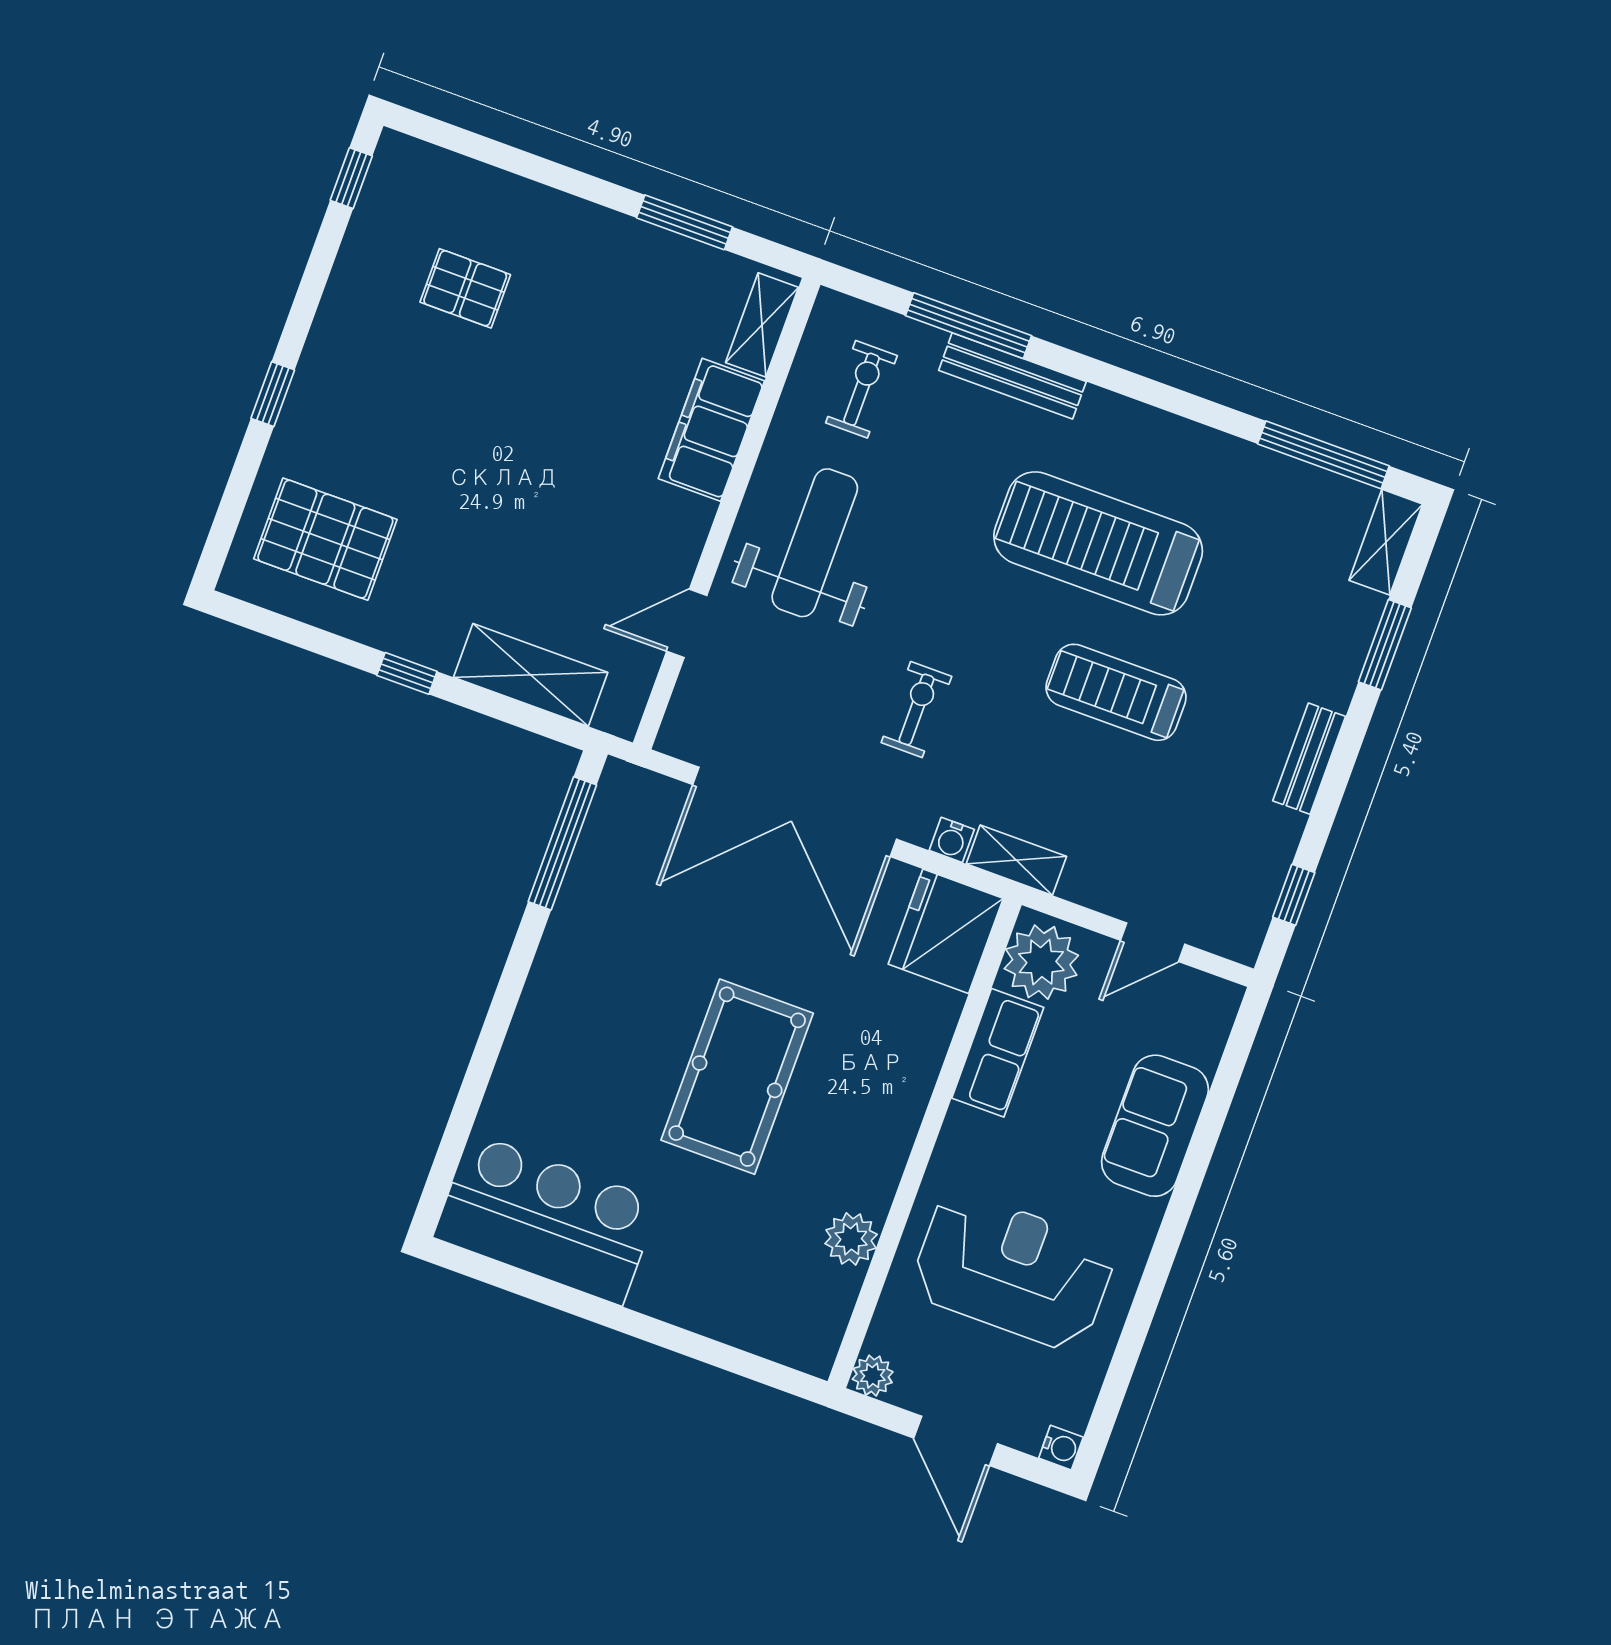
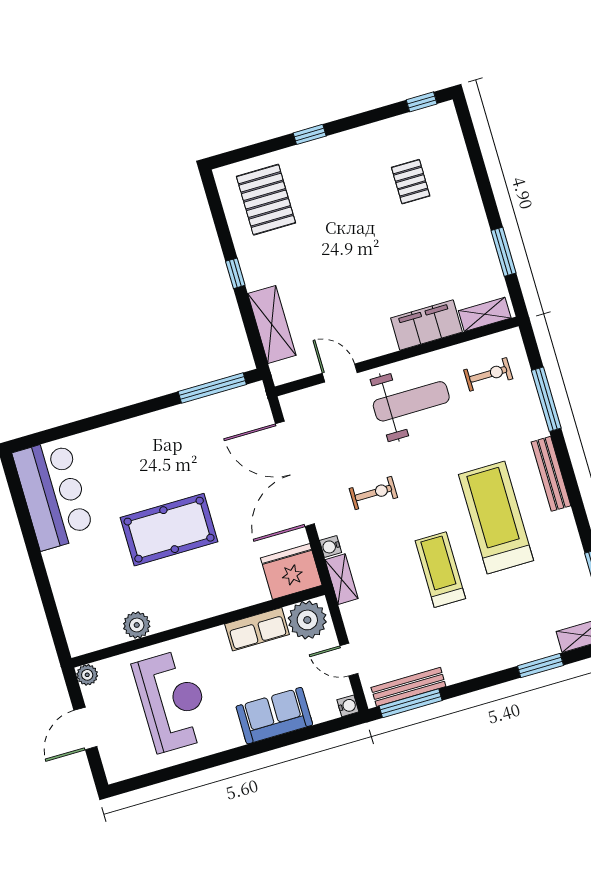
bench: (1012, 376) -> (551, 474), moved
bench: (1309, 759) -> (408, 687), moved, width x1.36
window: (1294, 895) -> (411, 703), width x2.17
water cooler: (1061, 1448) -> (348, 706), moved, turned -90

